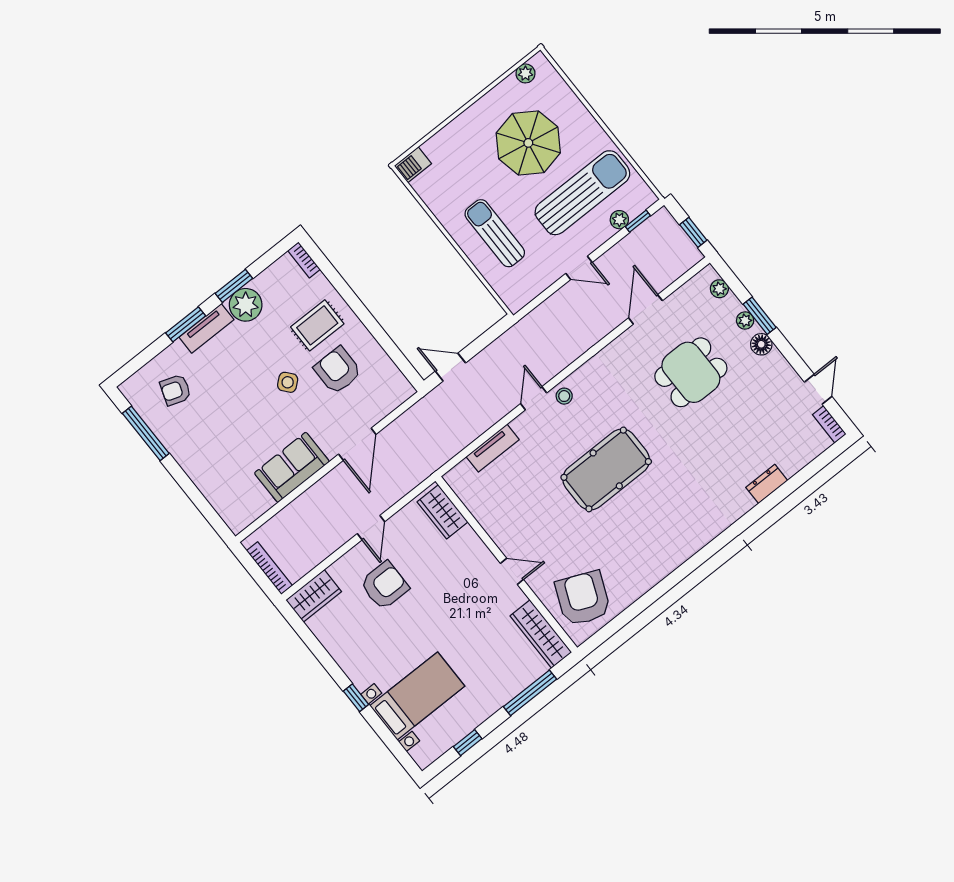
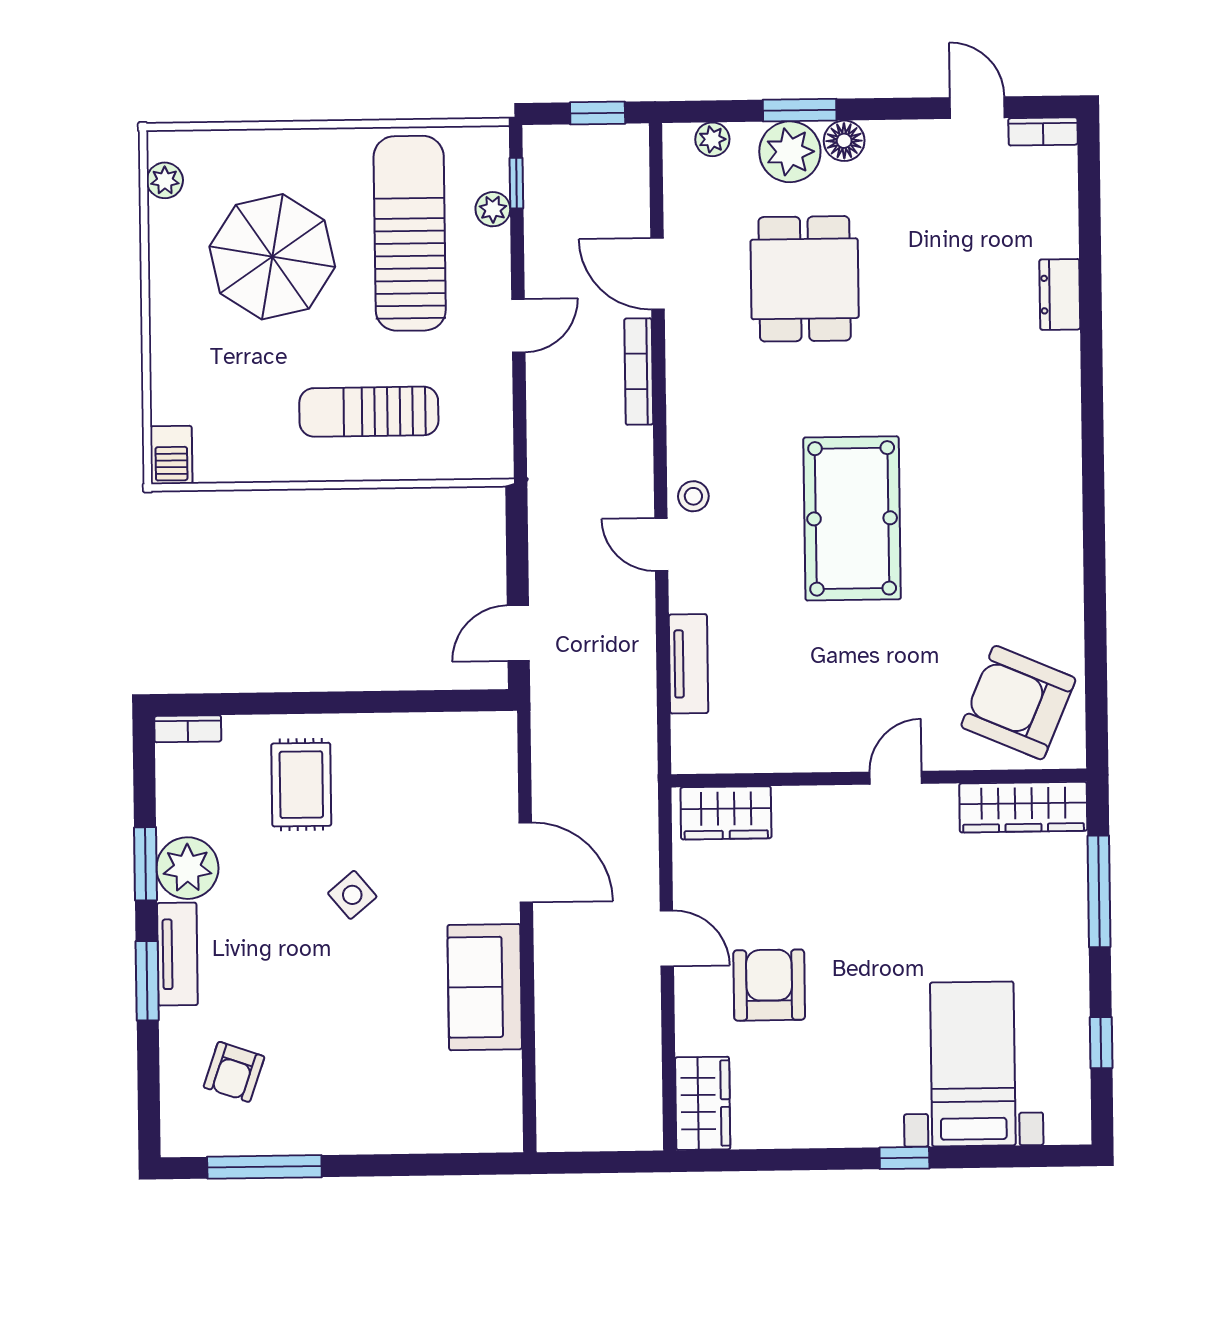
plant: (745, 320) -> (790, 152), width x1.87, depth x1.87
armchair: (338, 370) -> (392, 806), removed
bookcase: (269, 568) -> (639, 372), moved, turned -90

